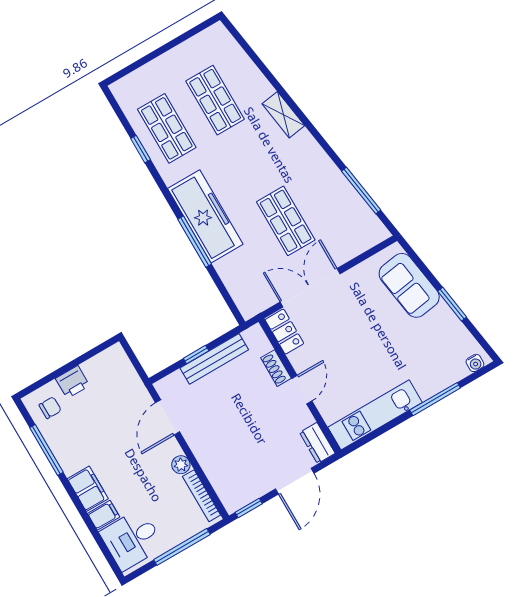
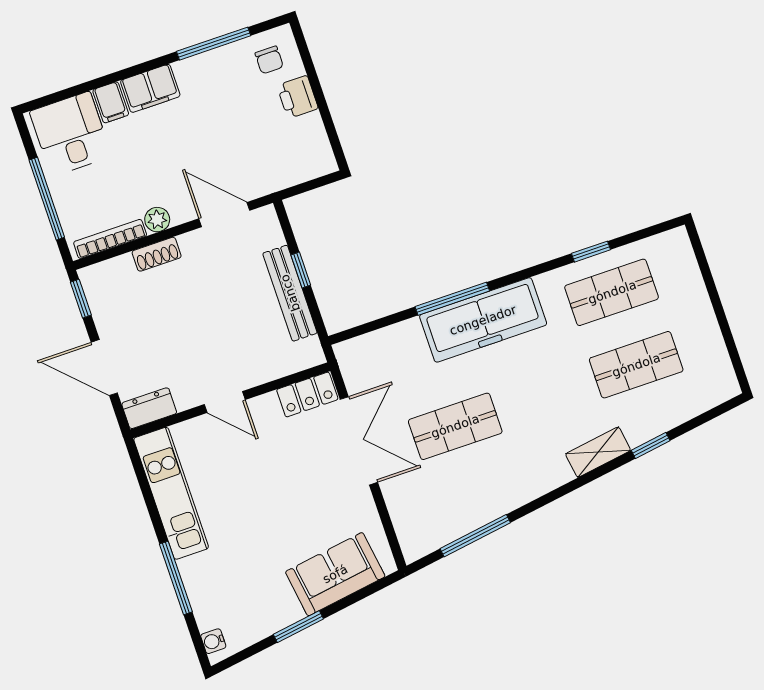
window: (271, 78) -> (651, 445), added
shoe rack: (276, 368) -> (157, 254), moved, turned 180

